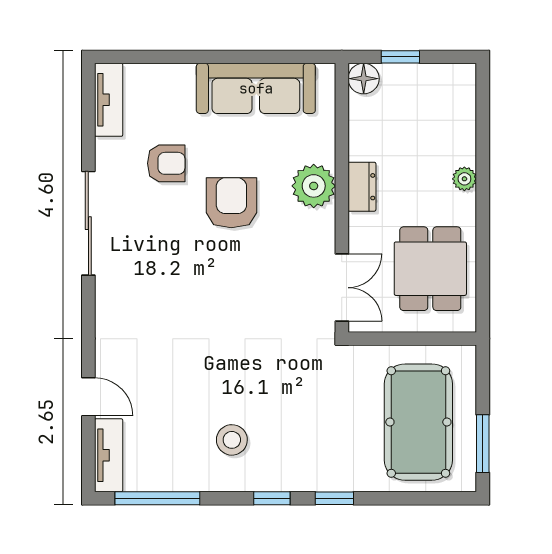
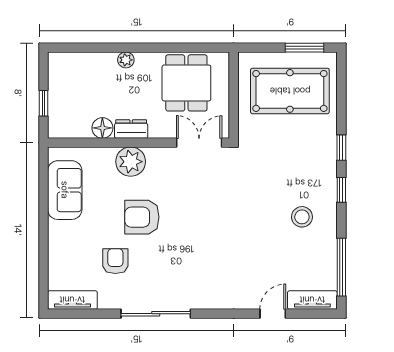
floor lamp: (364, 79) -> (102, 128), moved
sofa: (256, 88) -> (65, 190), width x0.73
dining table: (430, 269) -> (186, 83), turned 90

